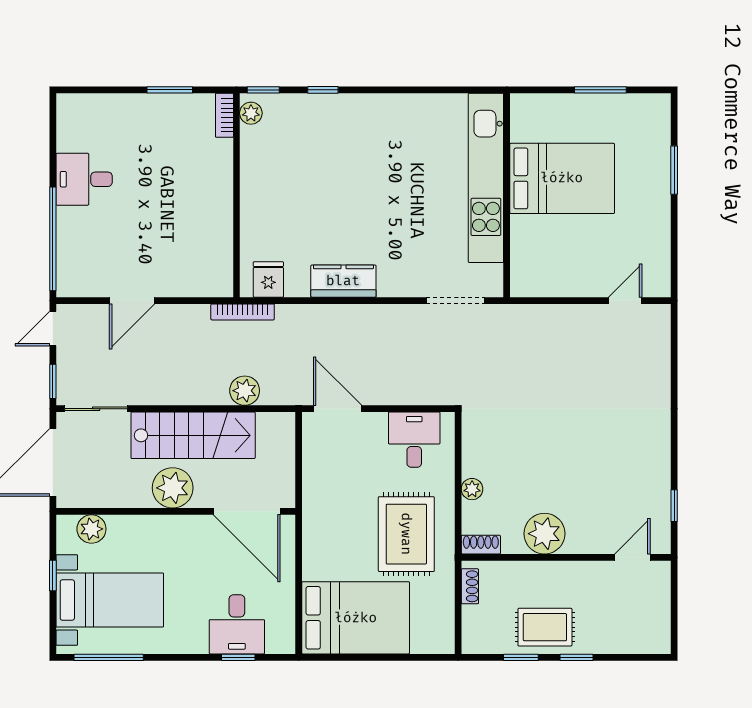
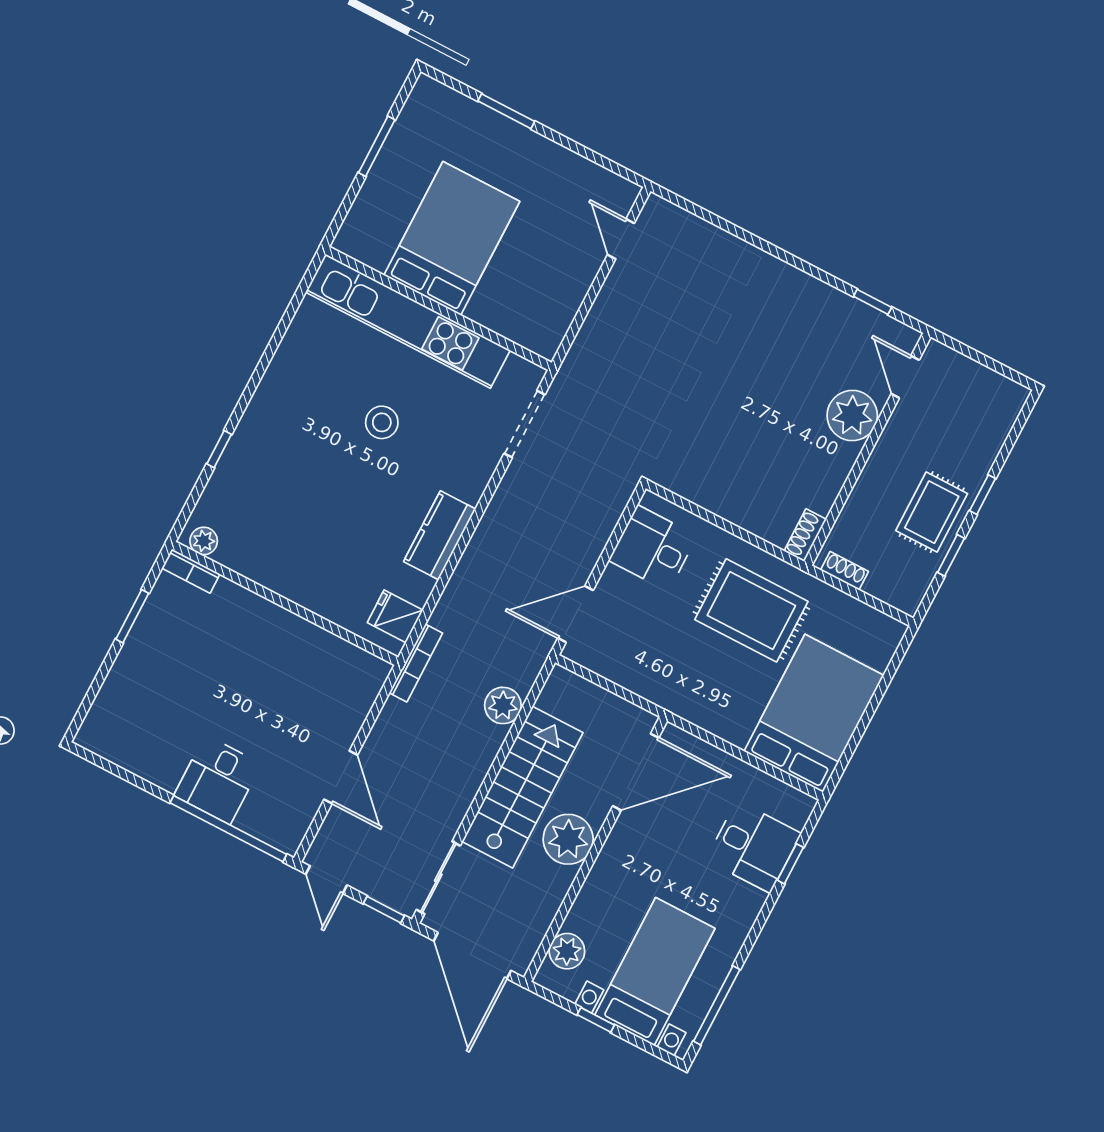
window: (263, 90) -> (185, 514), removed
desk: (84, 179) -> (218, 780), moved
stool: (403, 197) -> (382, 422), added
plant: (472, 489) -> (740, 513), removed
plant: (544, 534) -> (852, 416), moved

